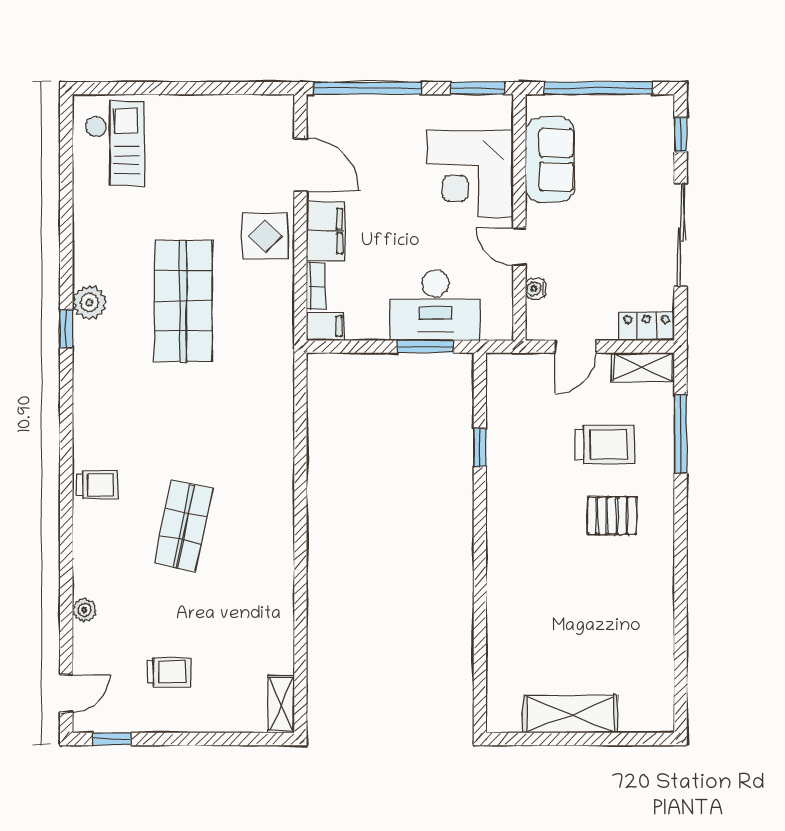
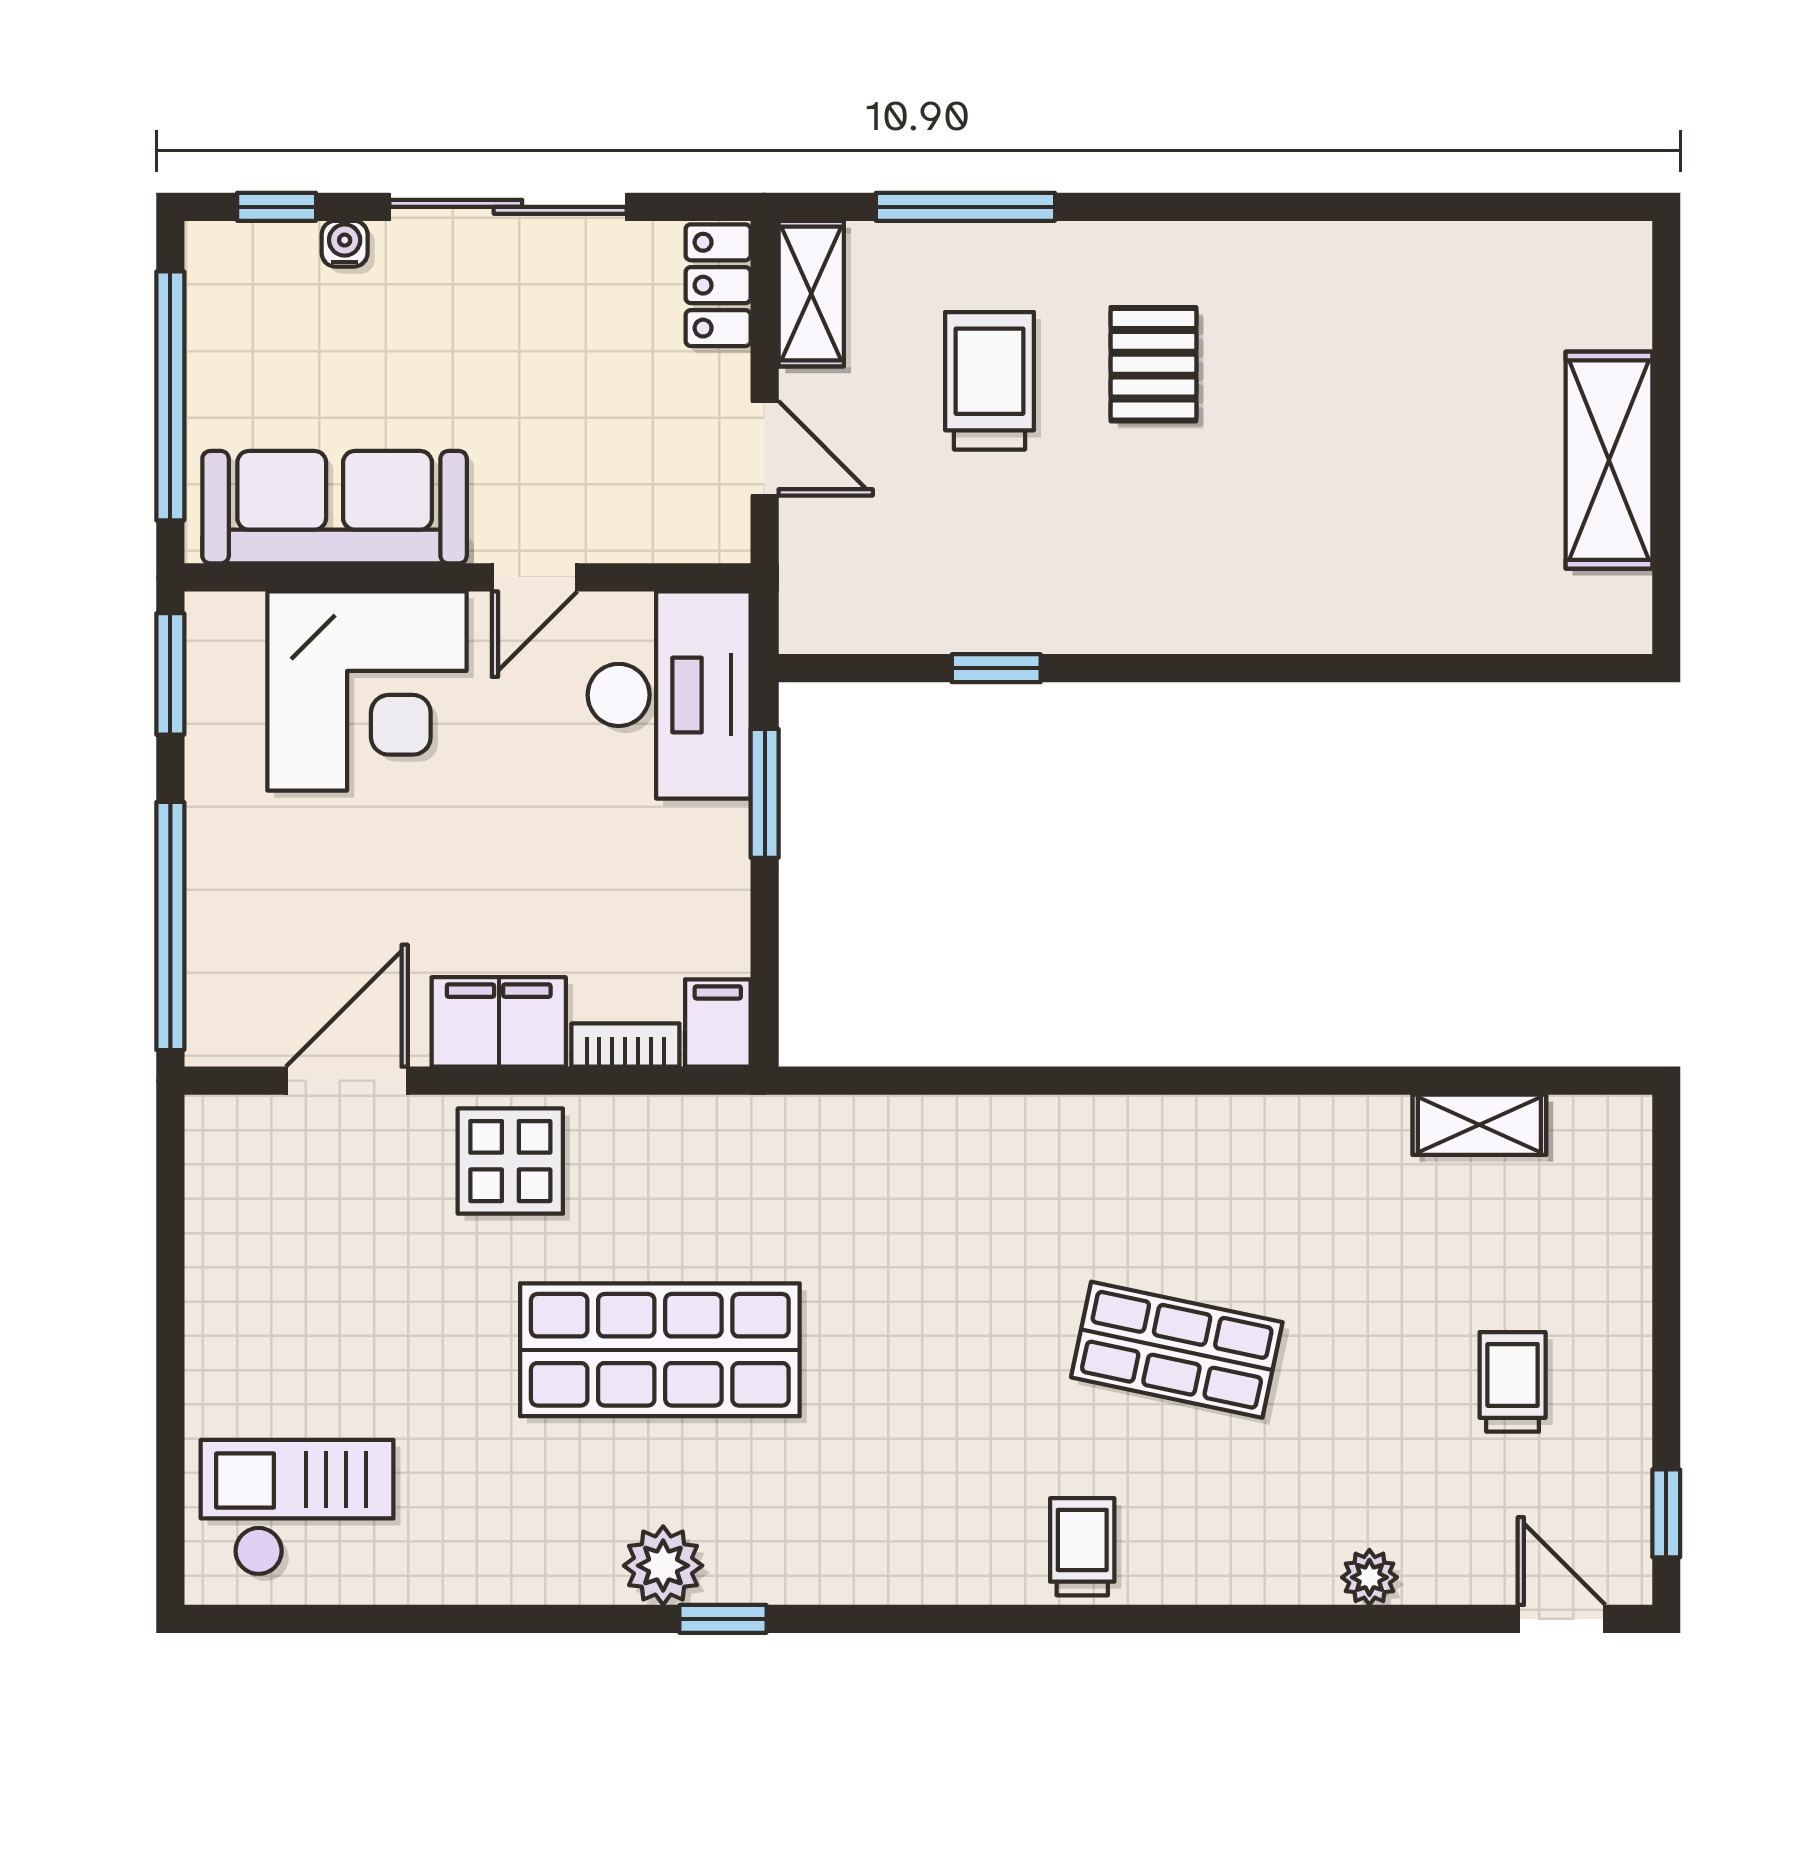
sofa: (550, 160) -> (335, 507), width x1.36
water cooler: (535, 288) -> (345, 244), moved, turned 180
desk: (435, 305) -> (669, 695), moved
shelving: (281, 704) -> (1479, 1125), moved

